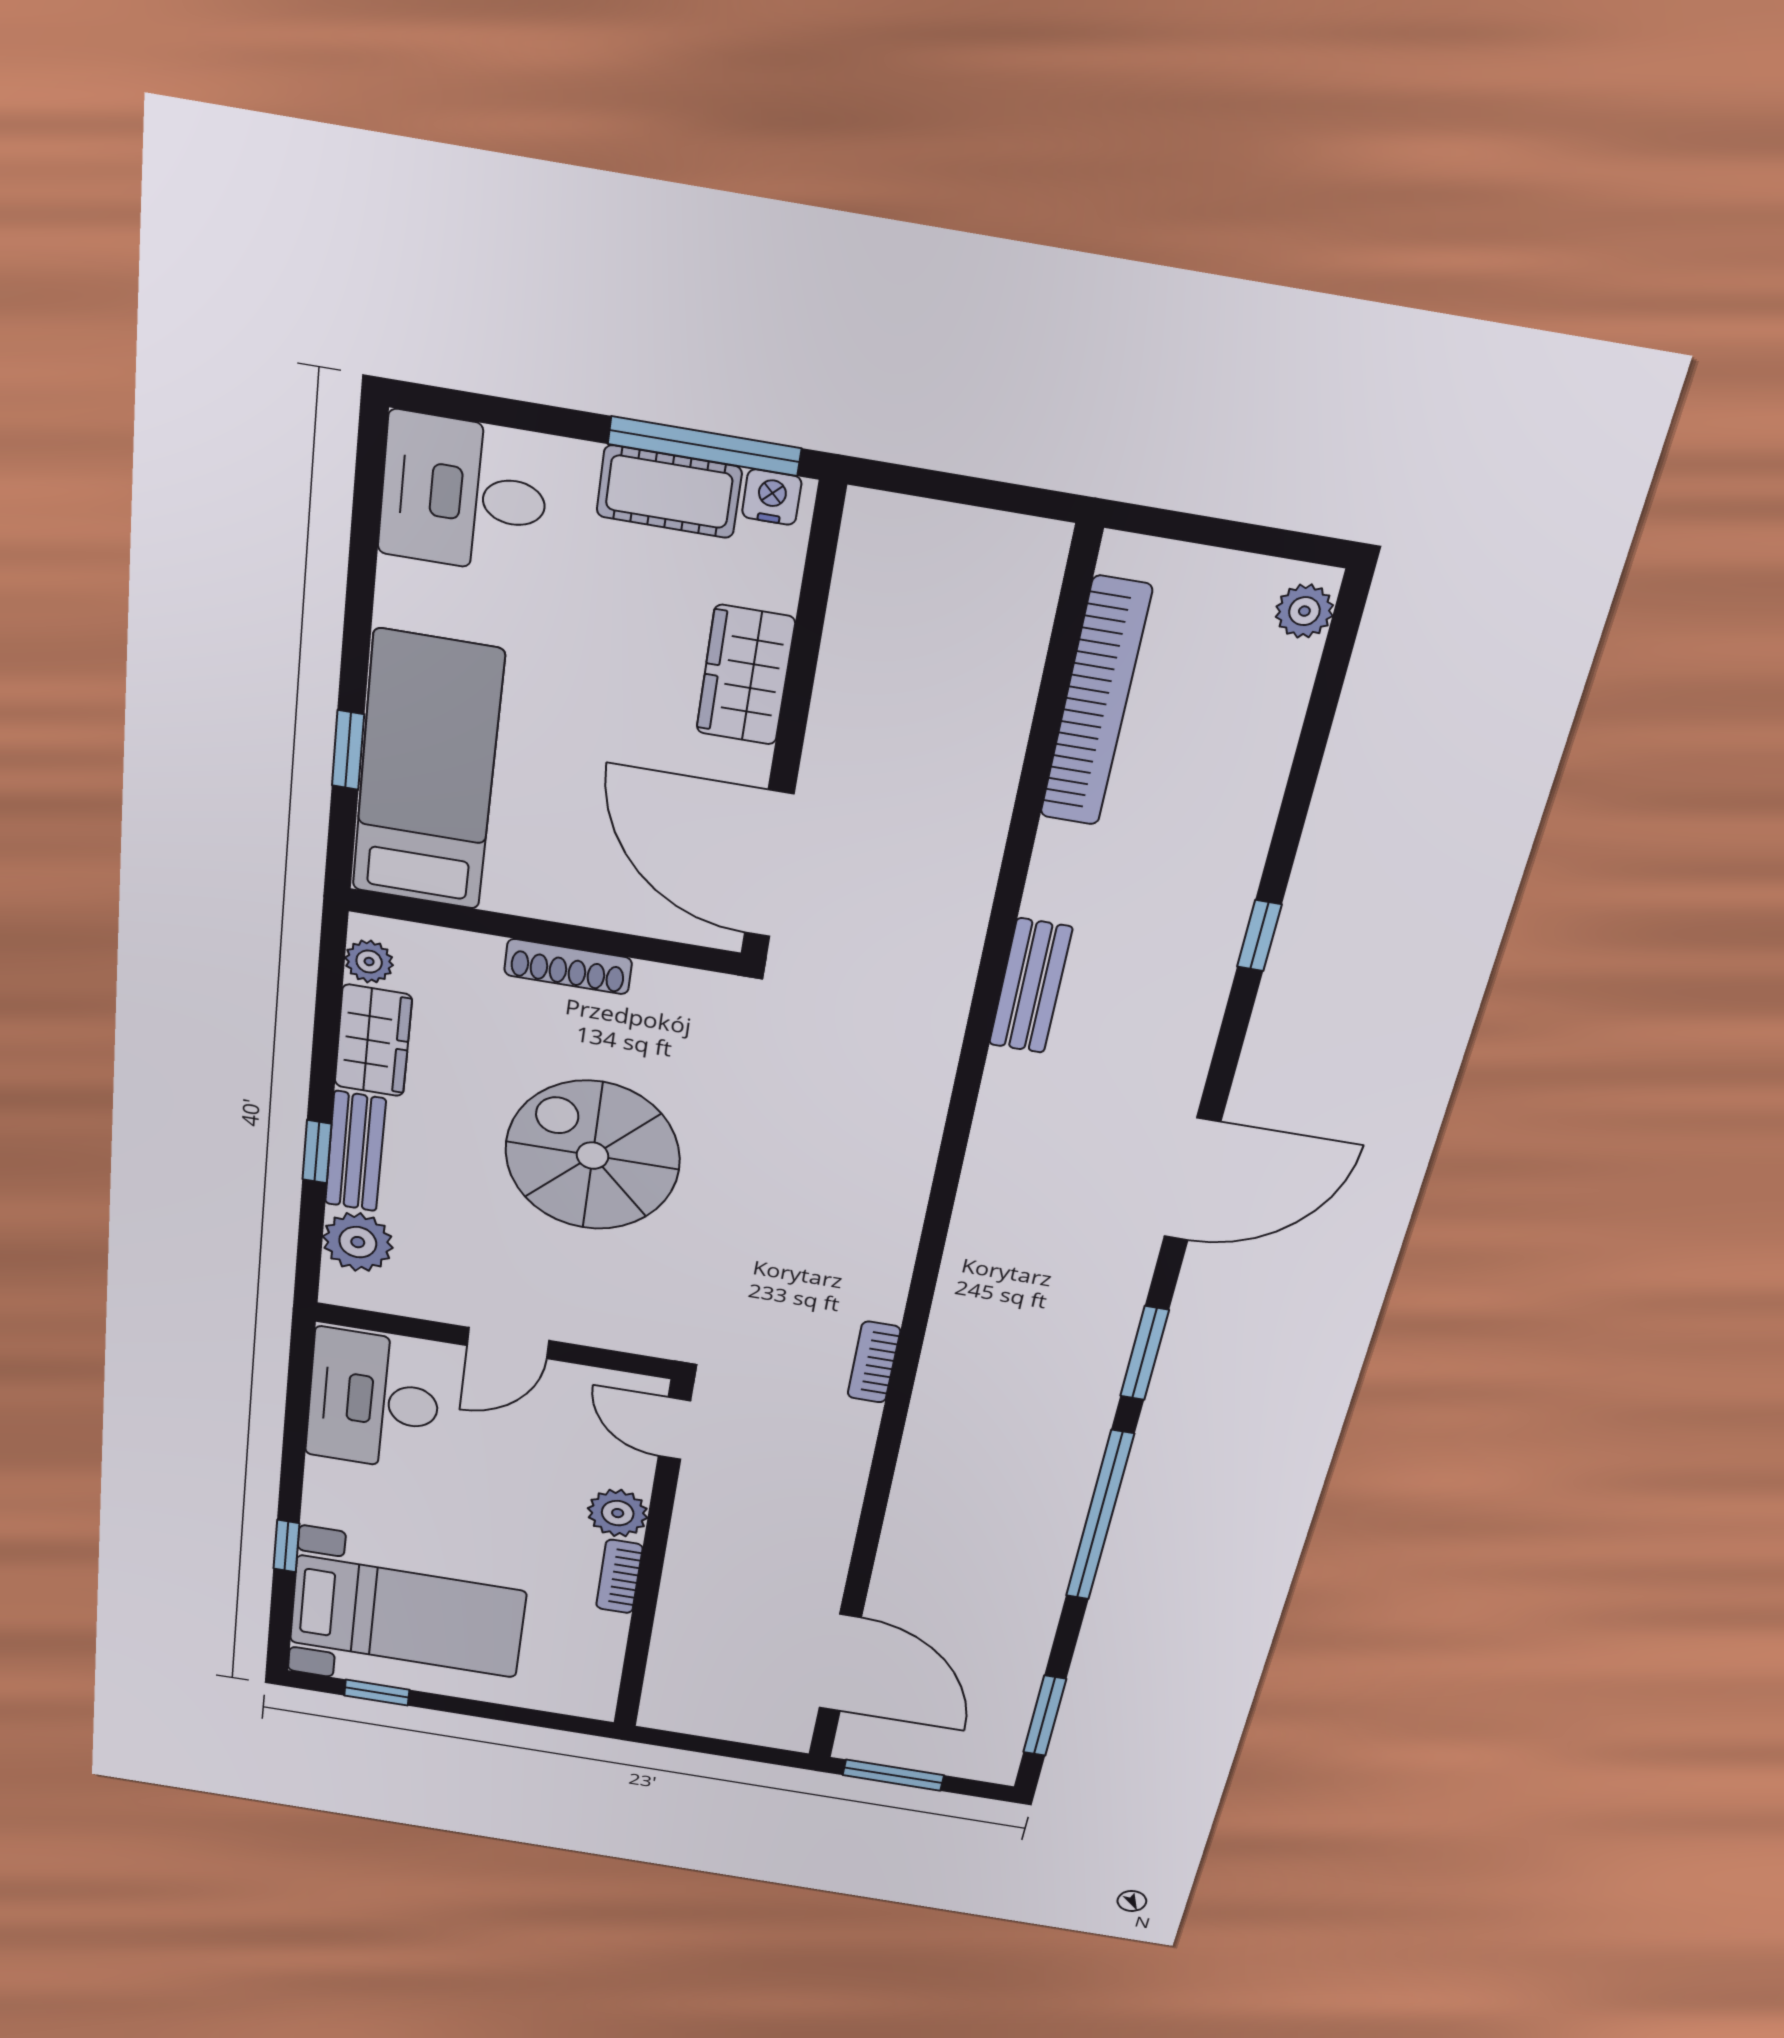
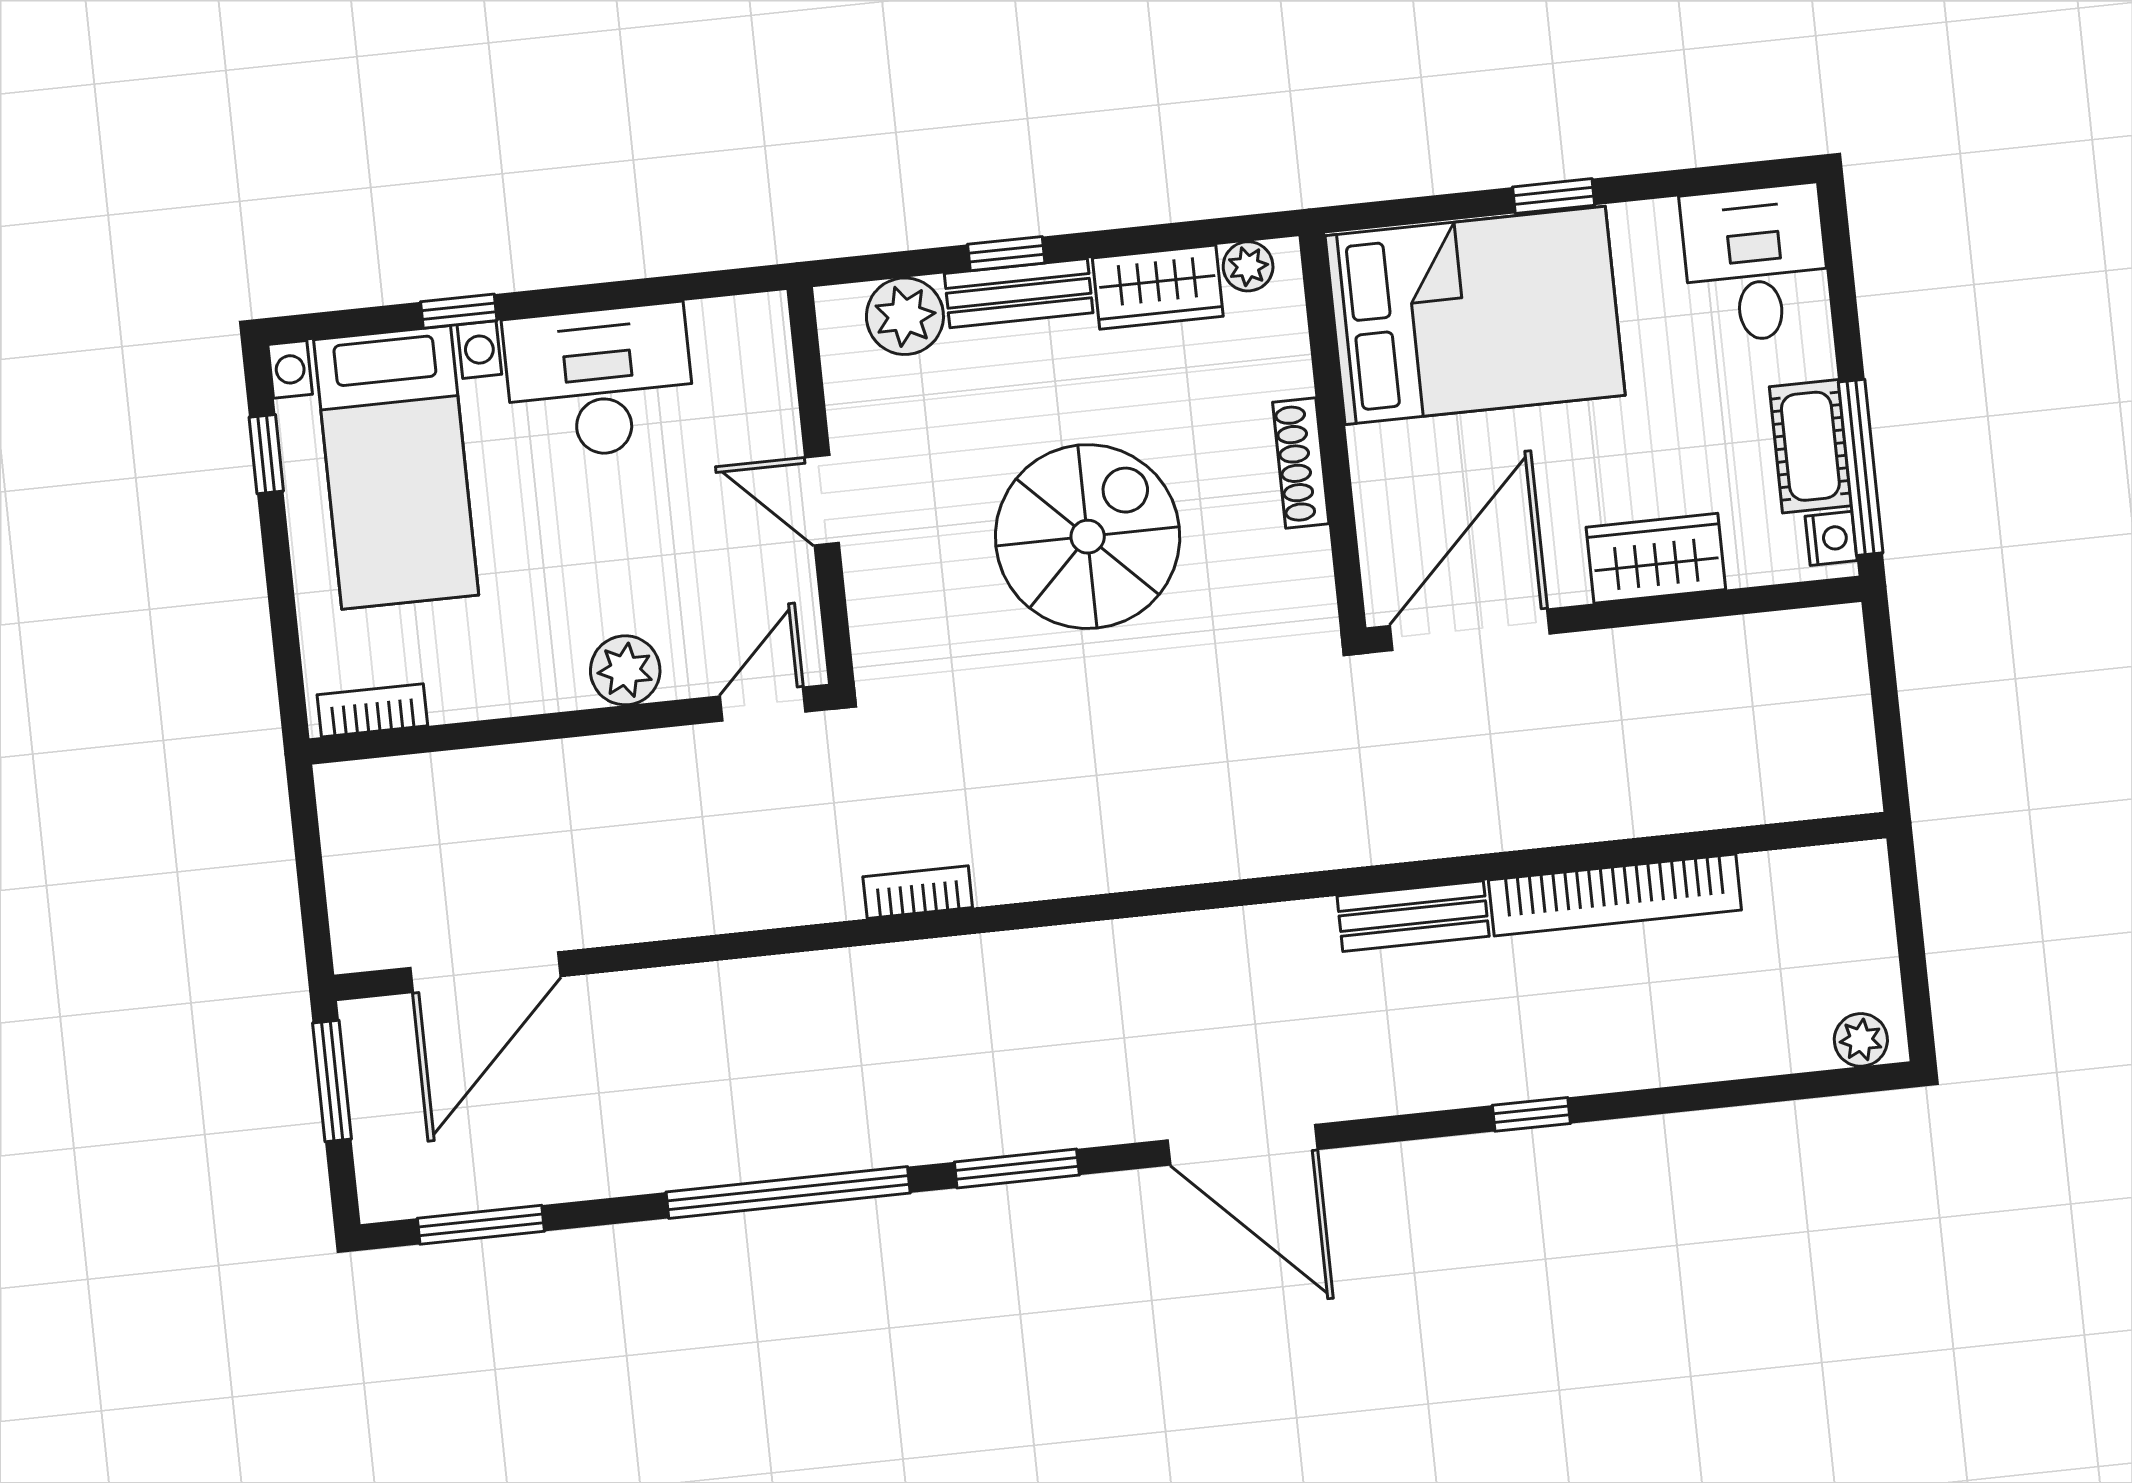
bookcase: (1096, 703) -> (1615, 895), moved
window: (348, 750) -> (1554, 196), moved
bed: (427, 772) -> (1475, 315), width x1.50
desk: (374, 1401) -> (599, 382), moved
bookcase: (619, 1576) -> (372, 710), moved

